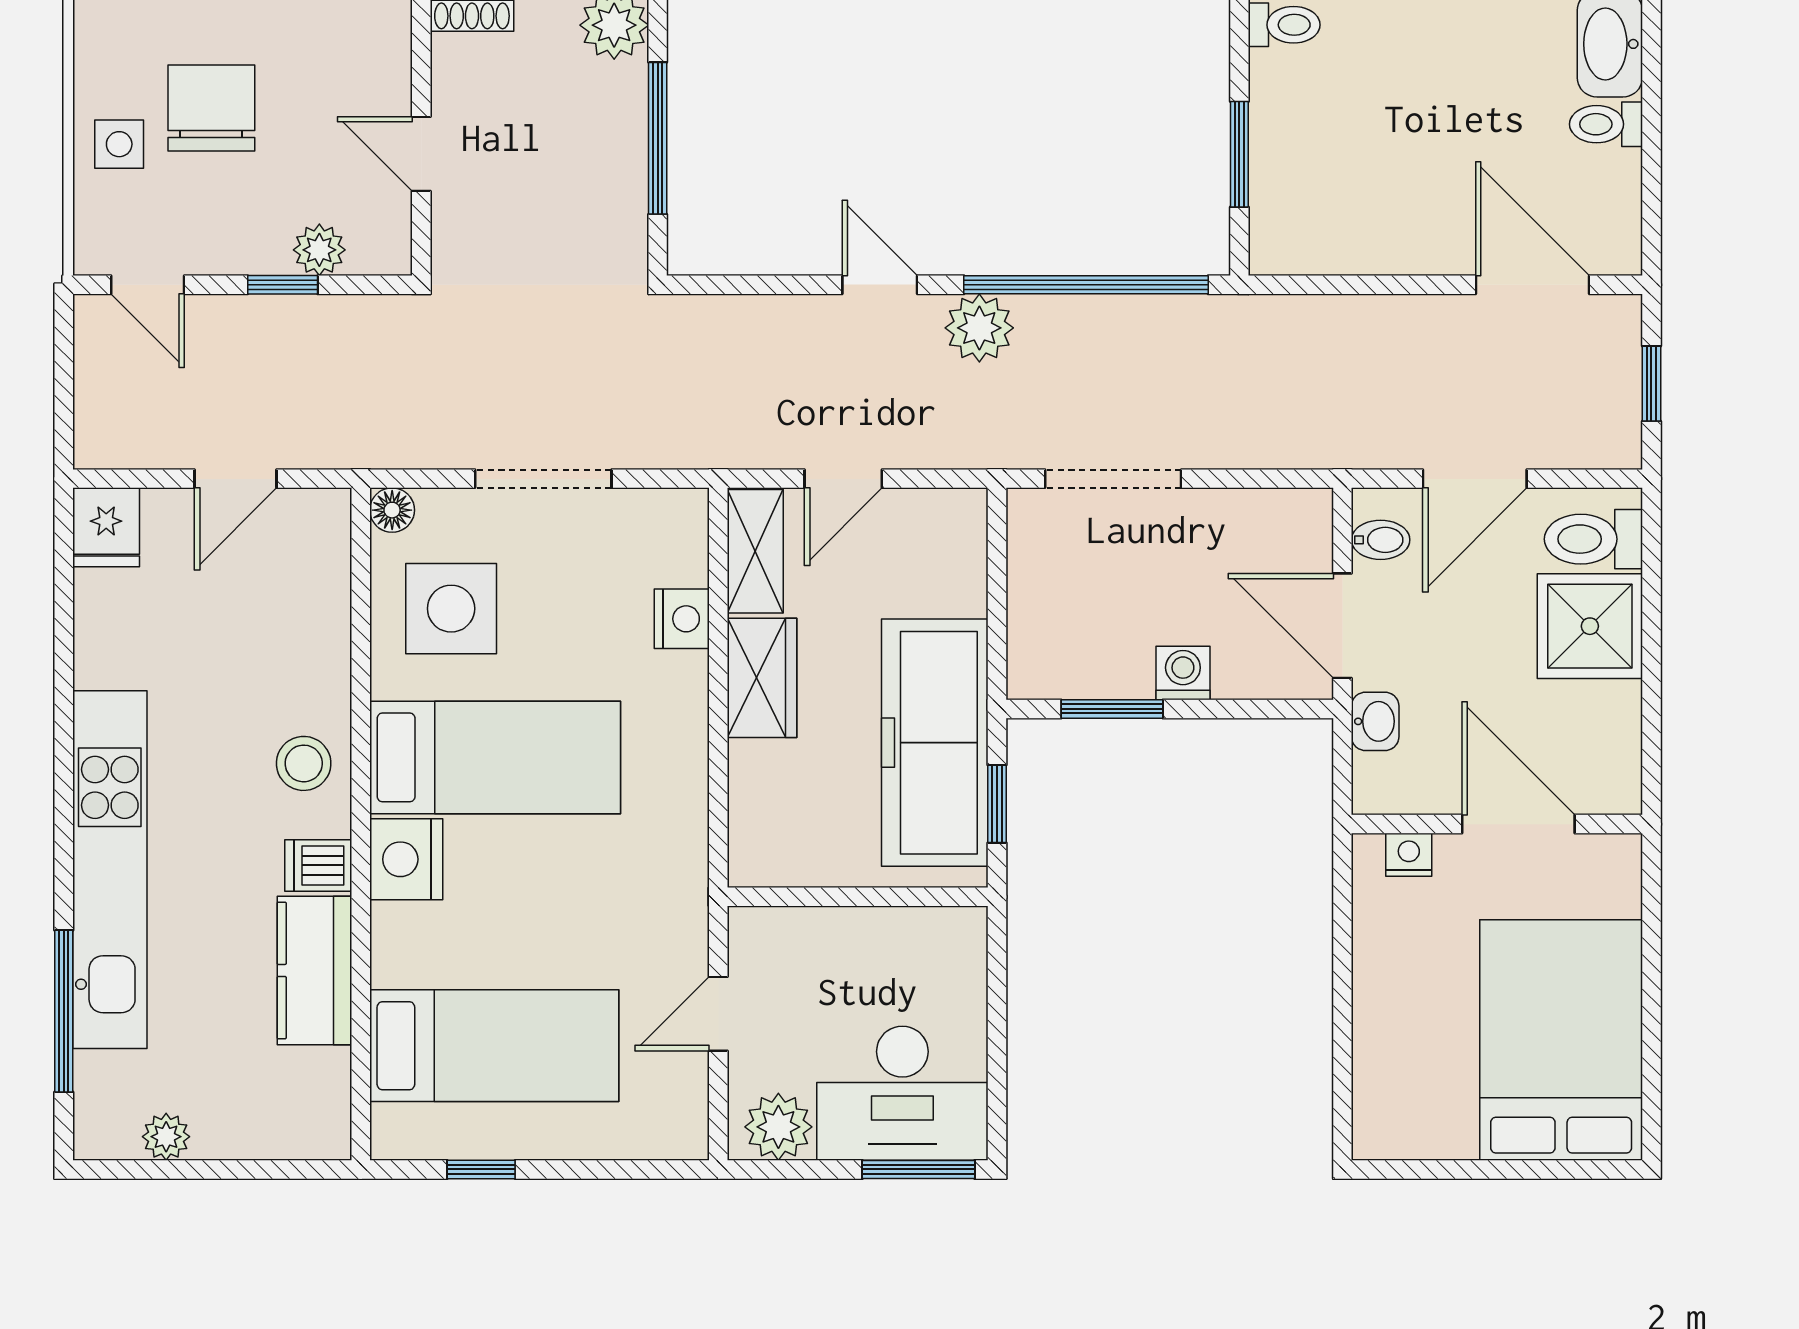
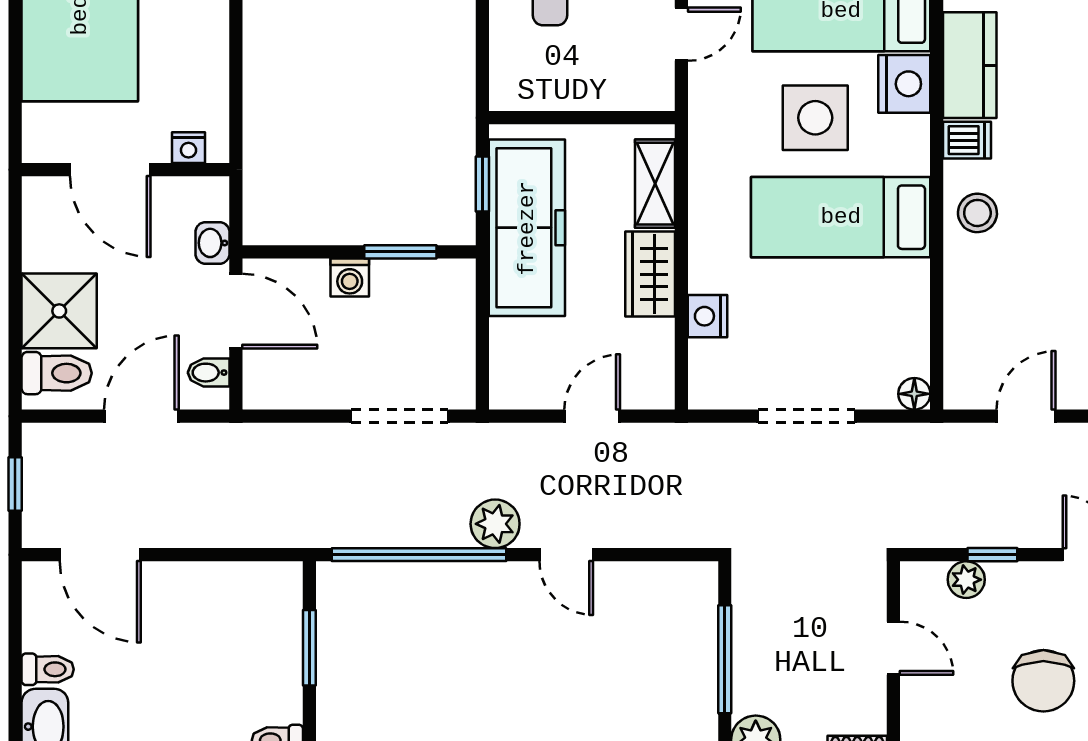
shelving: (755, 551) -> (655, 184), moved
side table: (451, 609) -> (815, 118), moved
nightstand: (406, 859) -> (904, 84), moved

